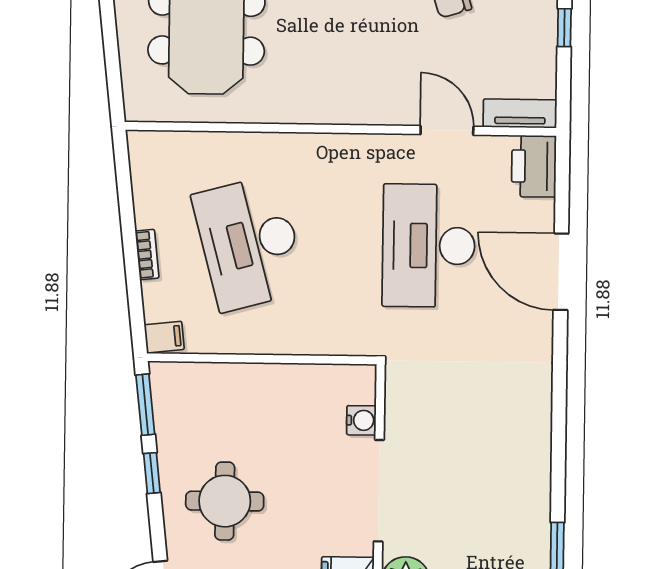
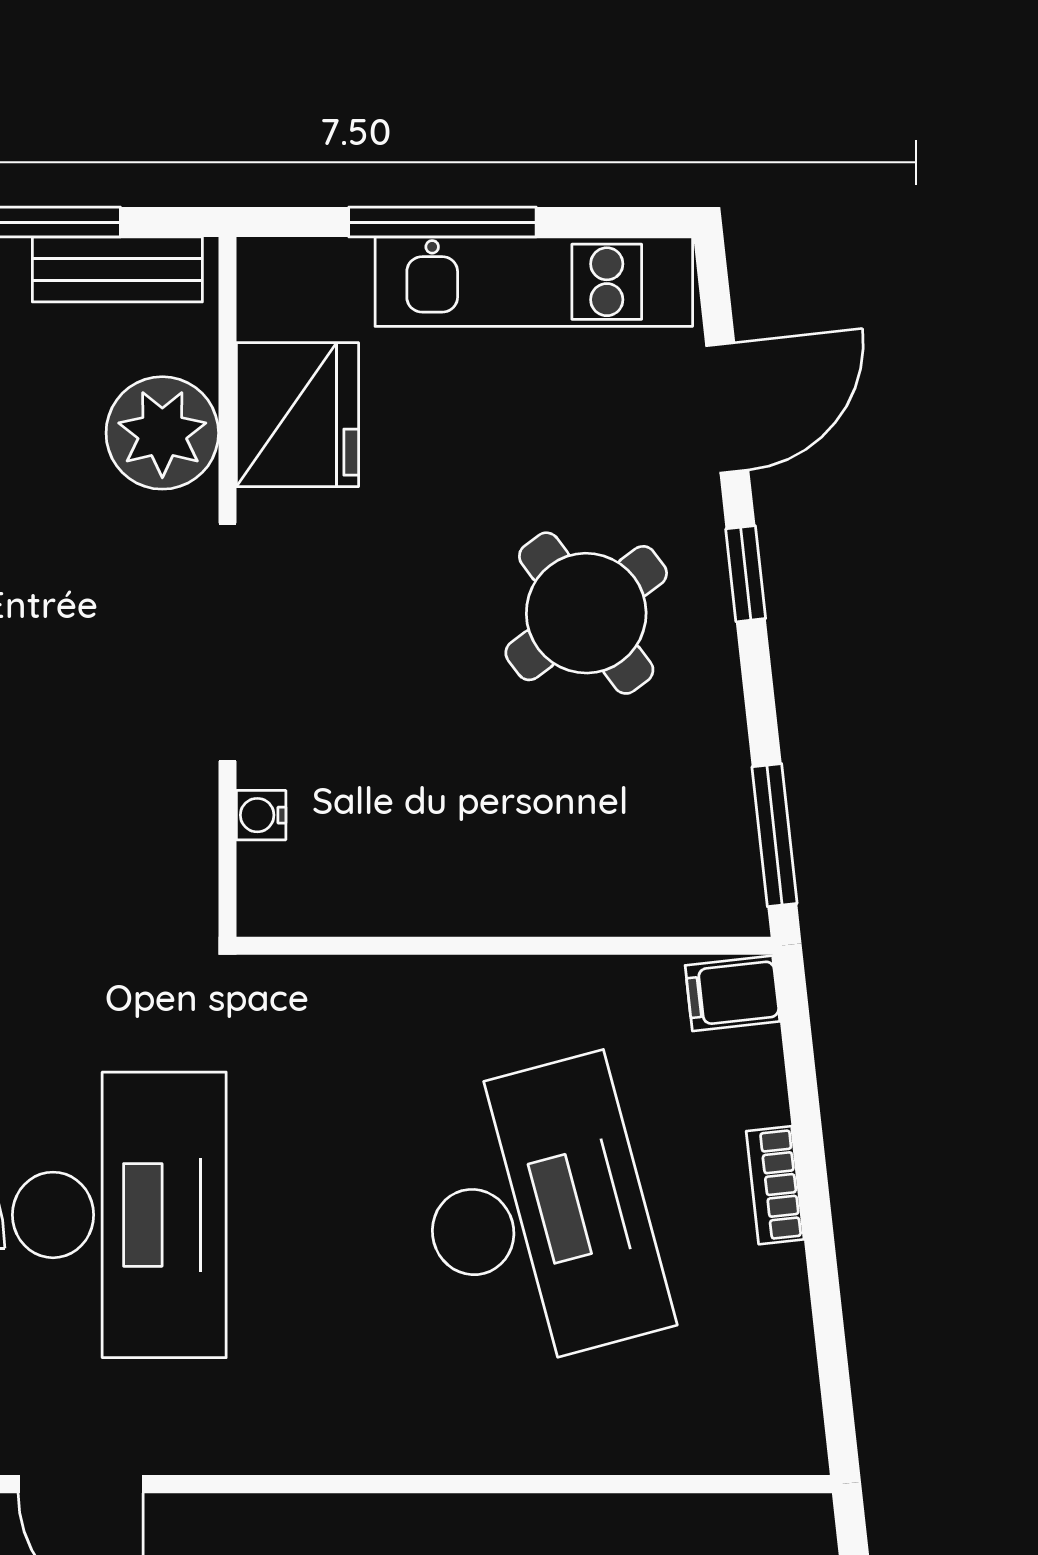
water cooler: (361, 420) -> (261, 815), width x0.72, depth x0.72
window: (152, 473) -> (746, 574), moved
round table: (225, 501) -> (586, 613), turned -37

